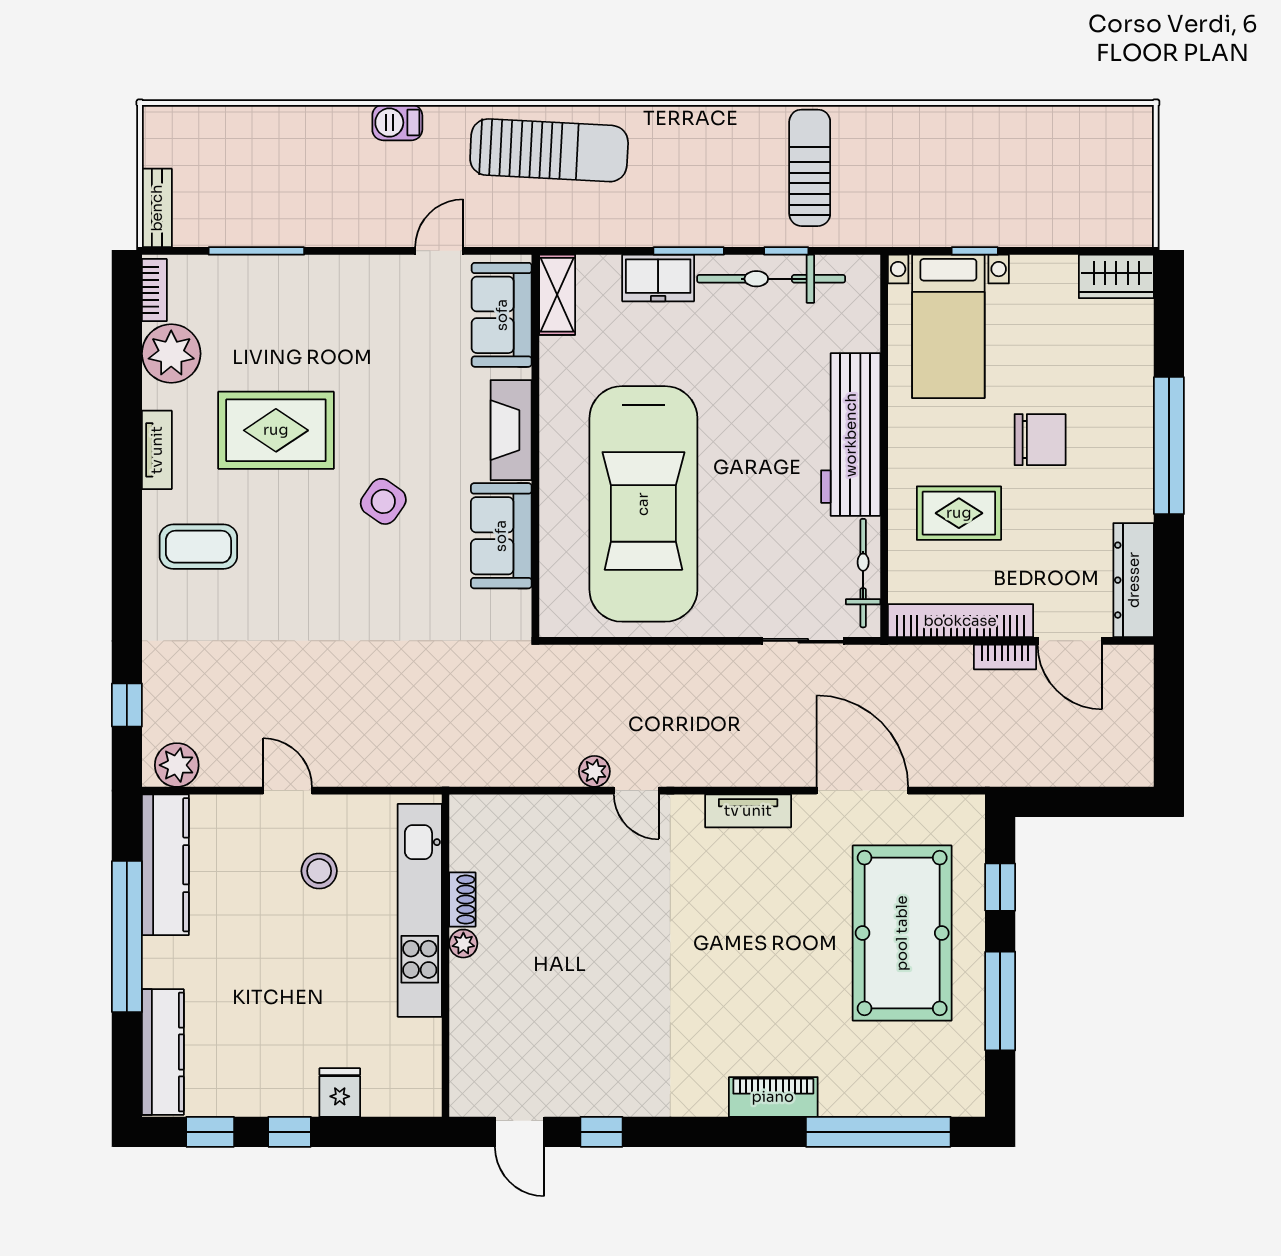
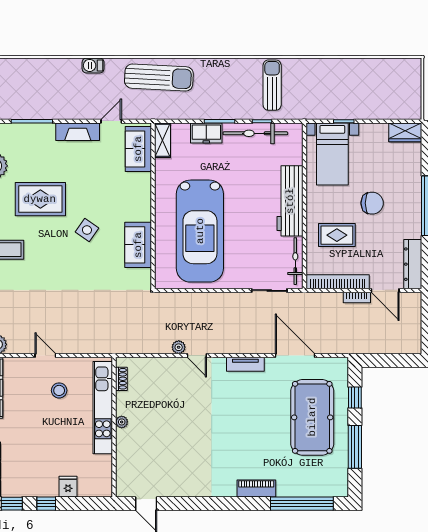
fireplace: (511, 430) -> (78, 132), moved, turned -90
shoe rack: (462, 900) -> (121, 379), moved
window: (602, 1132) -> (182, 504), removed

